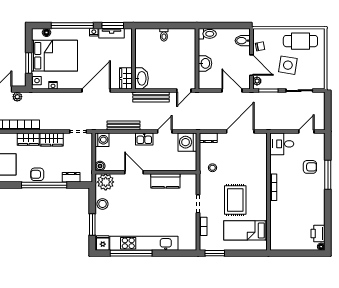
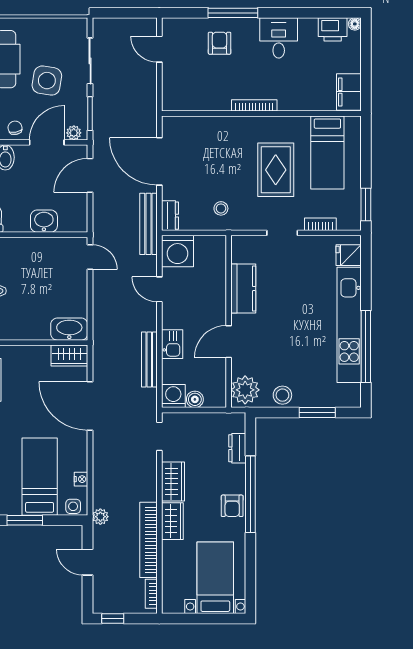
bed: (54, 56) -> (40, 477), width x0.67
window: (29, 63) -> (25, 520), moved
plant: (17, 97) -> (100, 517), moved
bench: (151, 97) -> (148, 224), moved
kitchen sink: (144, 139) -> (172, 344), moved
desk: (282, 144) -> (279, 38), moved, turned 180
boiler: (100, 166) -> (195, 399), moved
rug: (235, 200) -> (276, 170), turned 90
fridge: (103, 243) -> (349, 255), moved
filing cabinet: (281, 243) -> (349, 92), added

